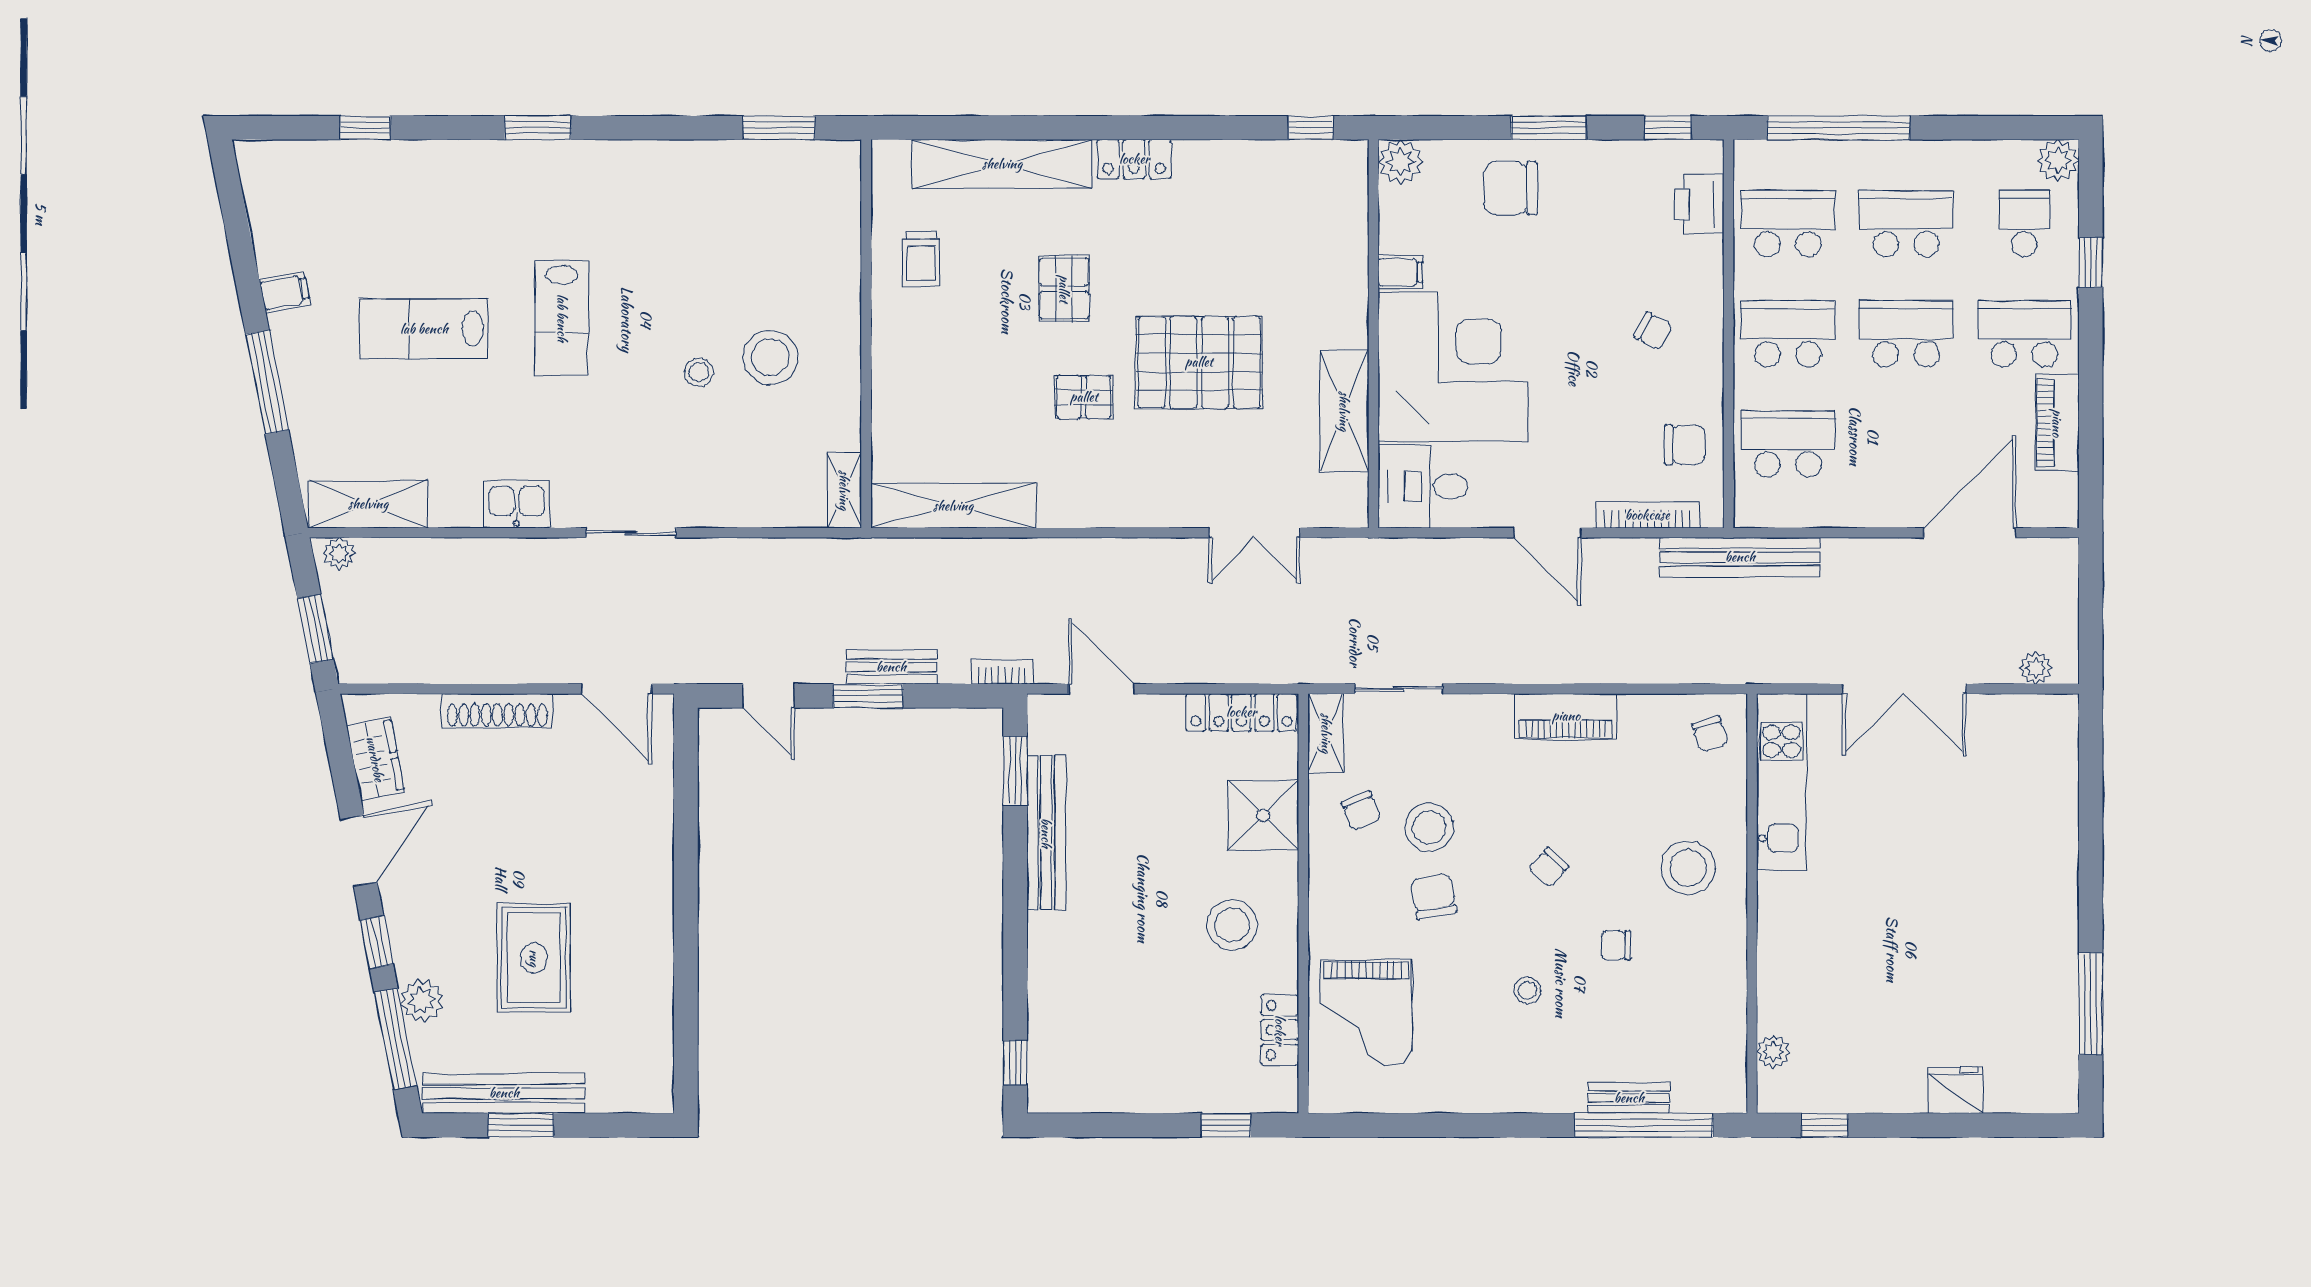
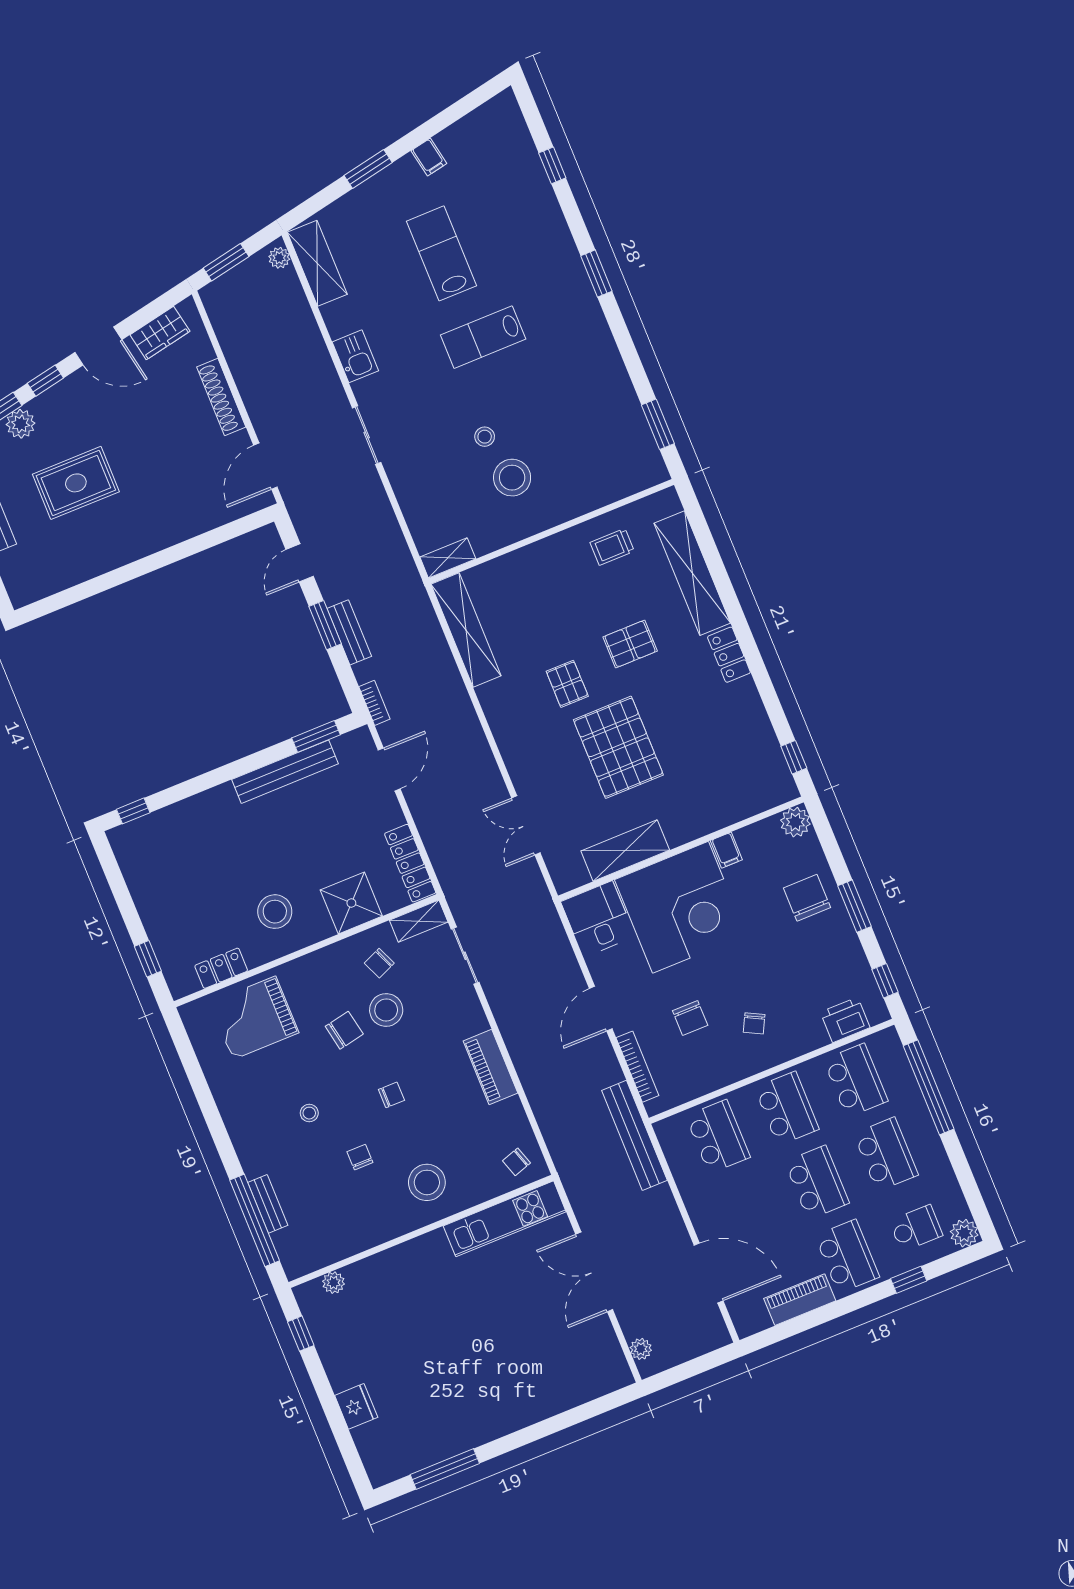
window: (267, 382) -> (368, 169), width x0.69
chair: (1685, 445) -> (690, 1018), moved
chair: (1549, 868) -> (391, 1095), turned 137

